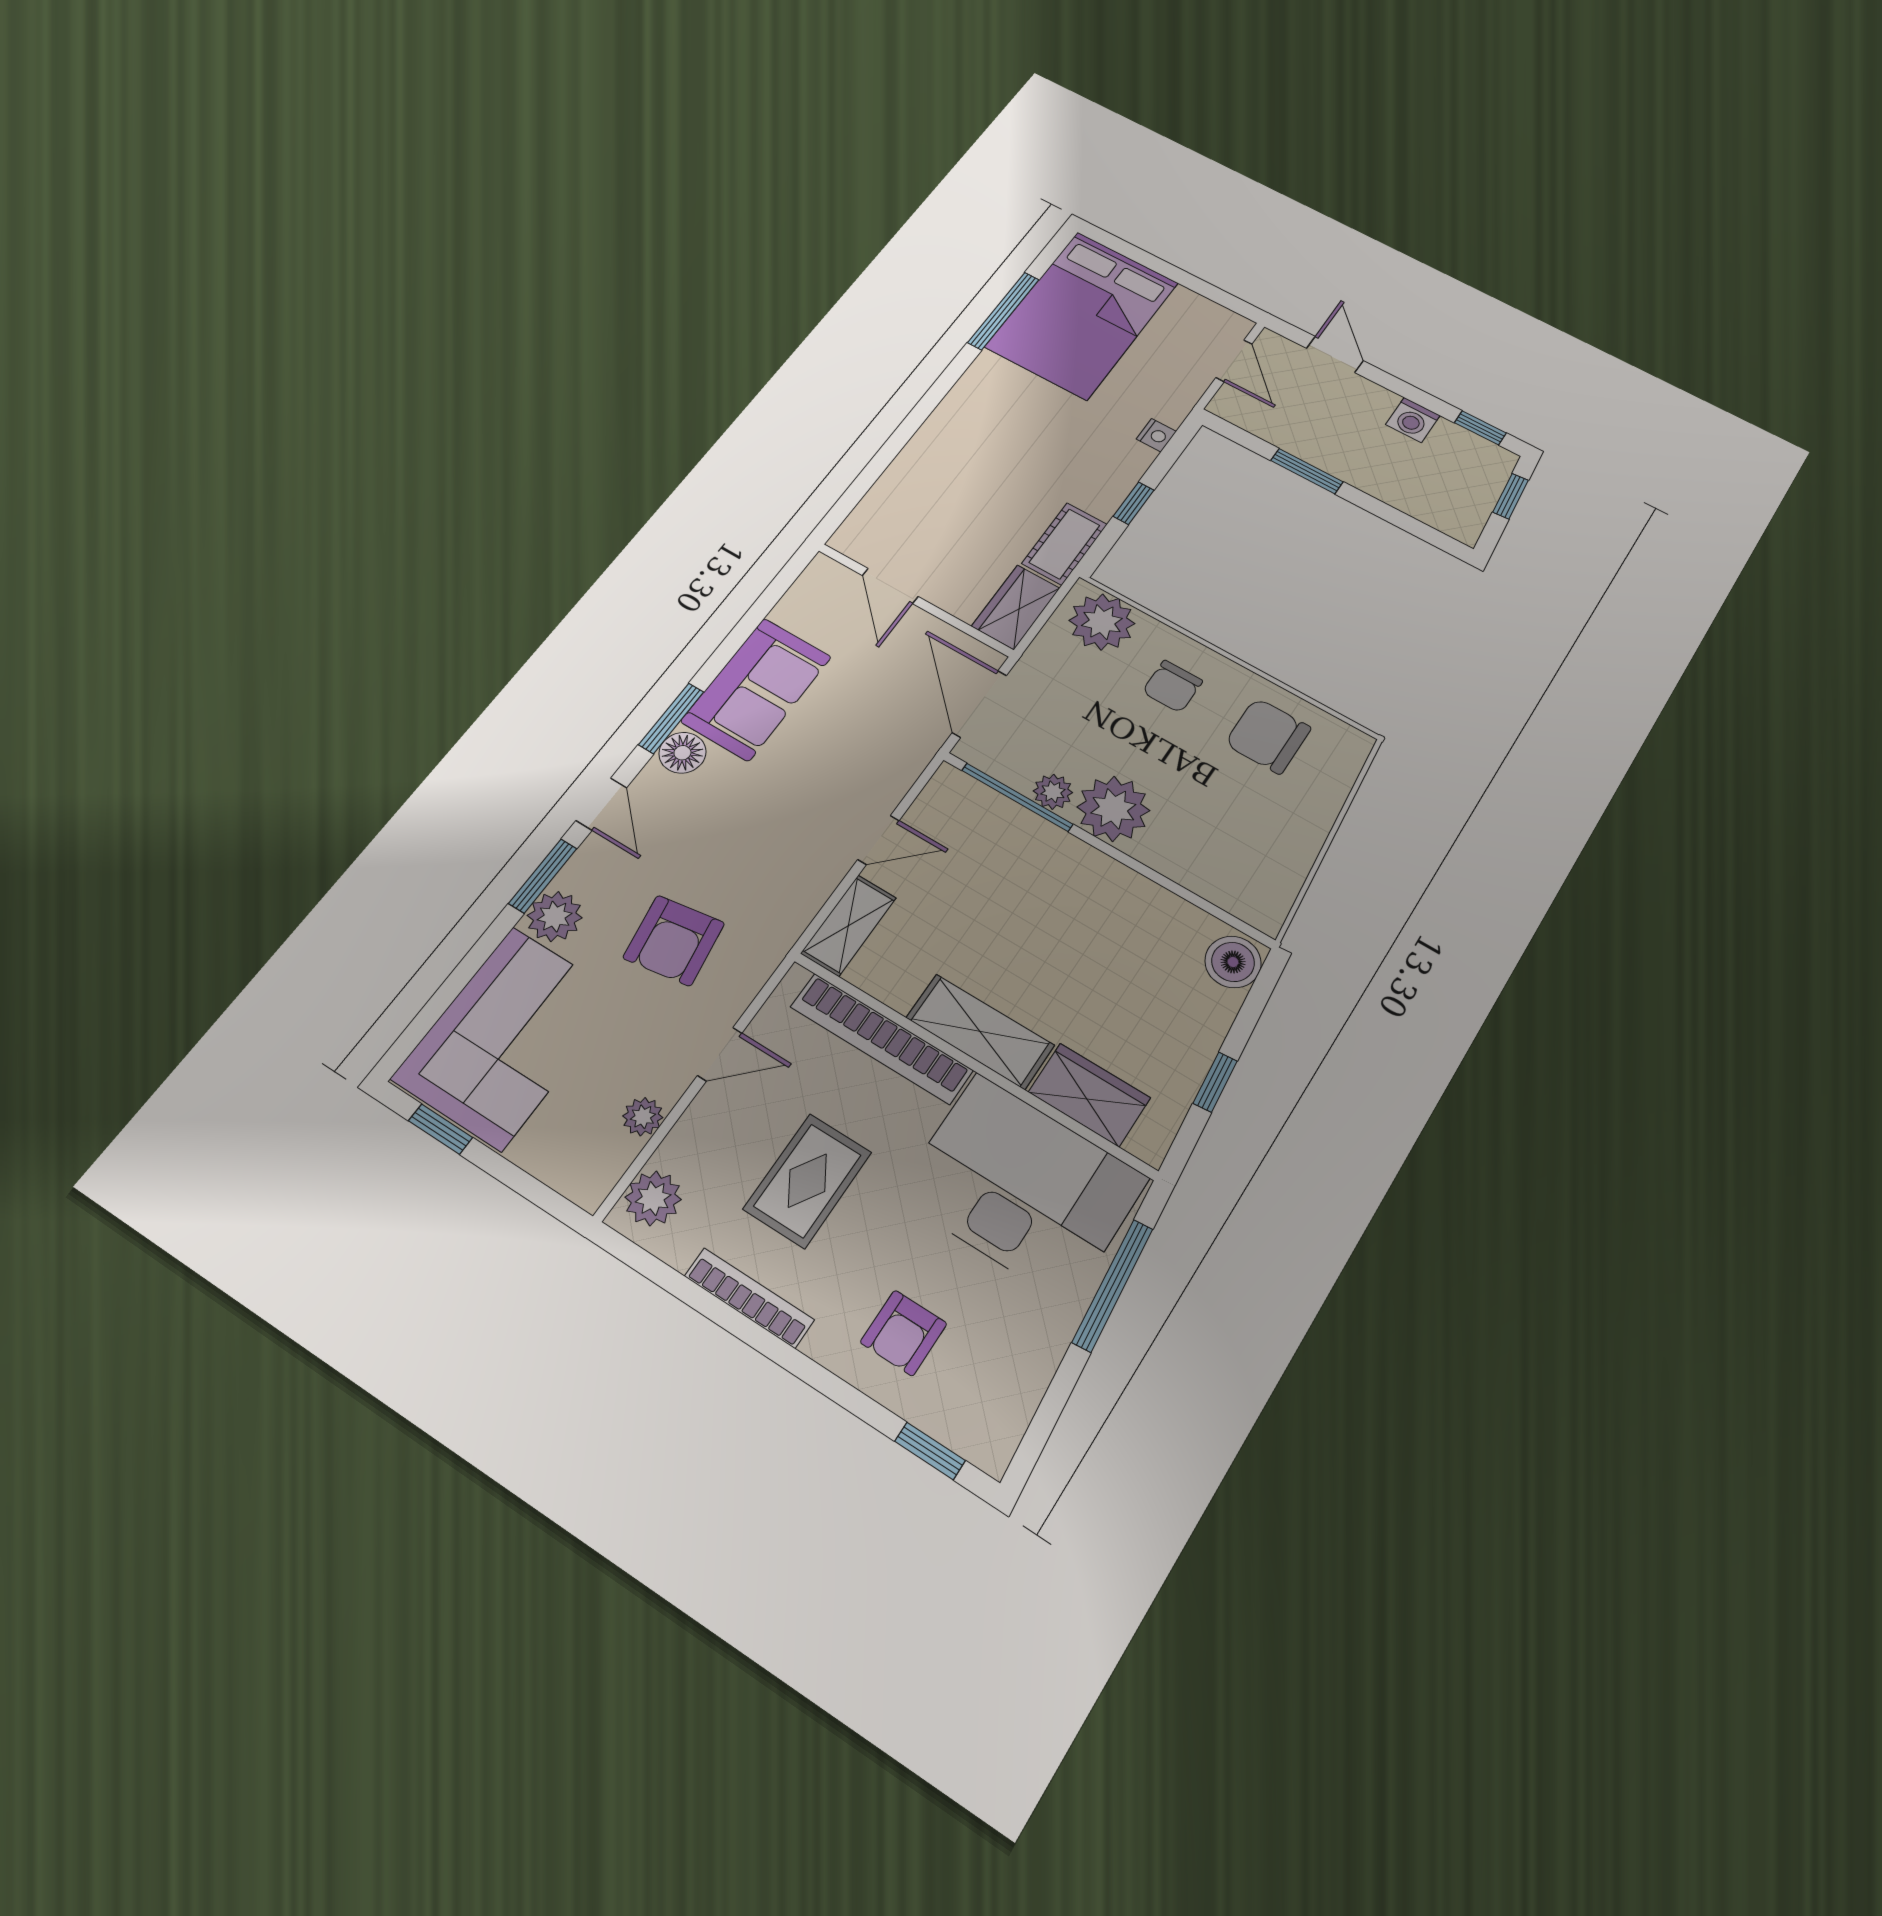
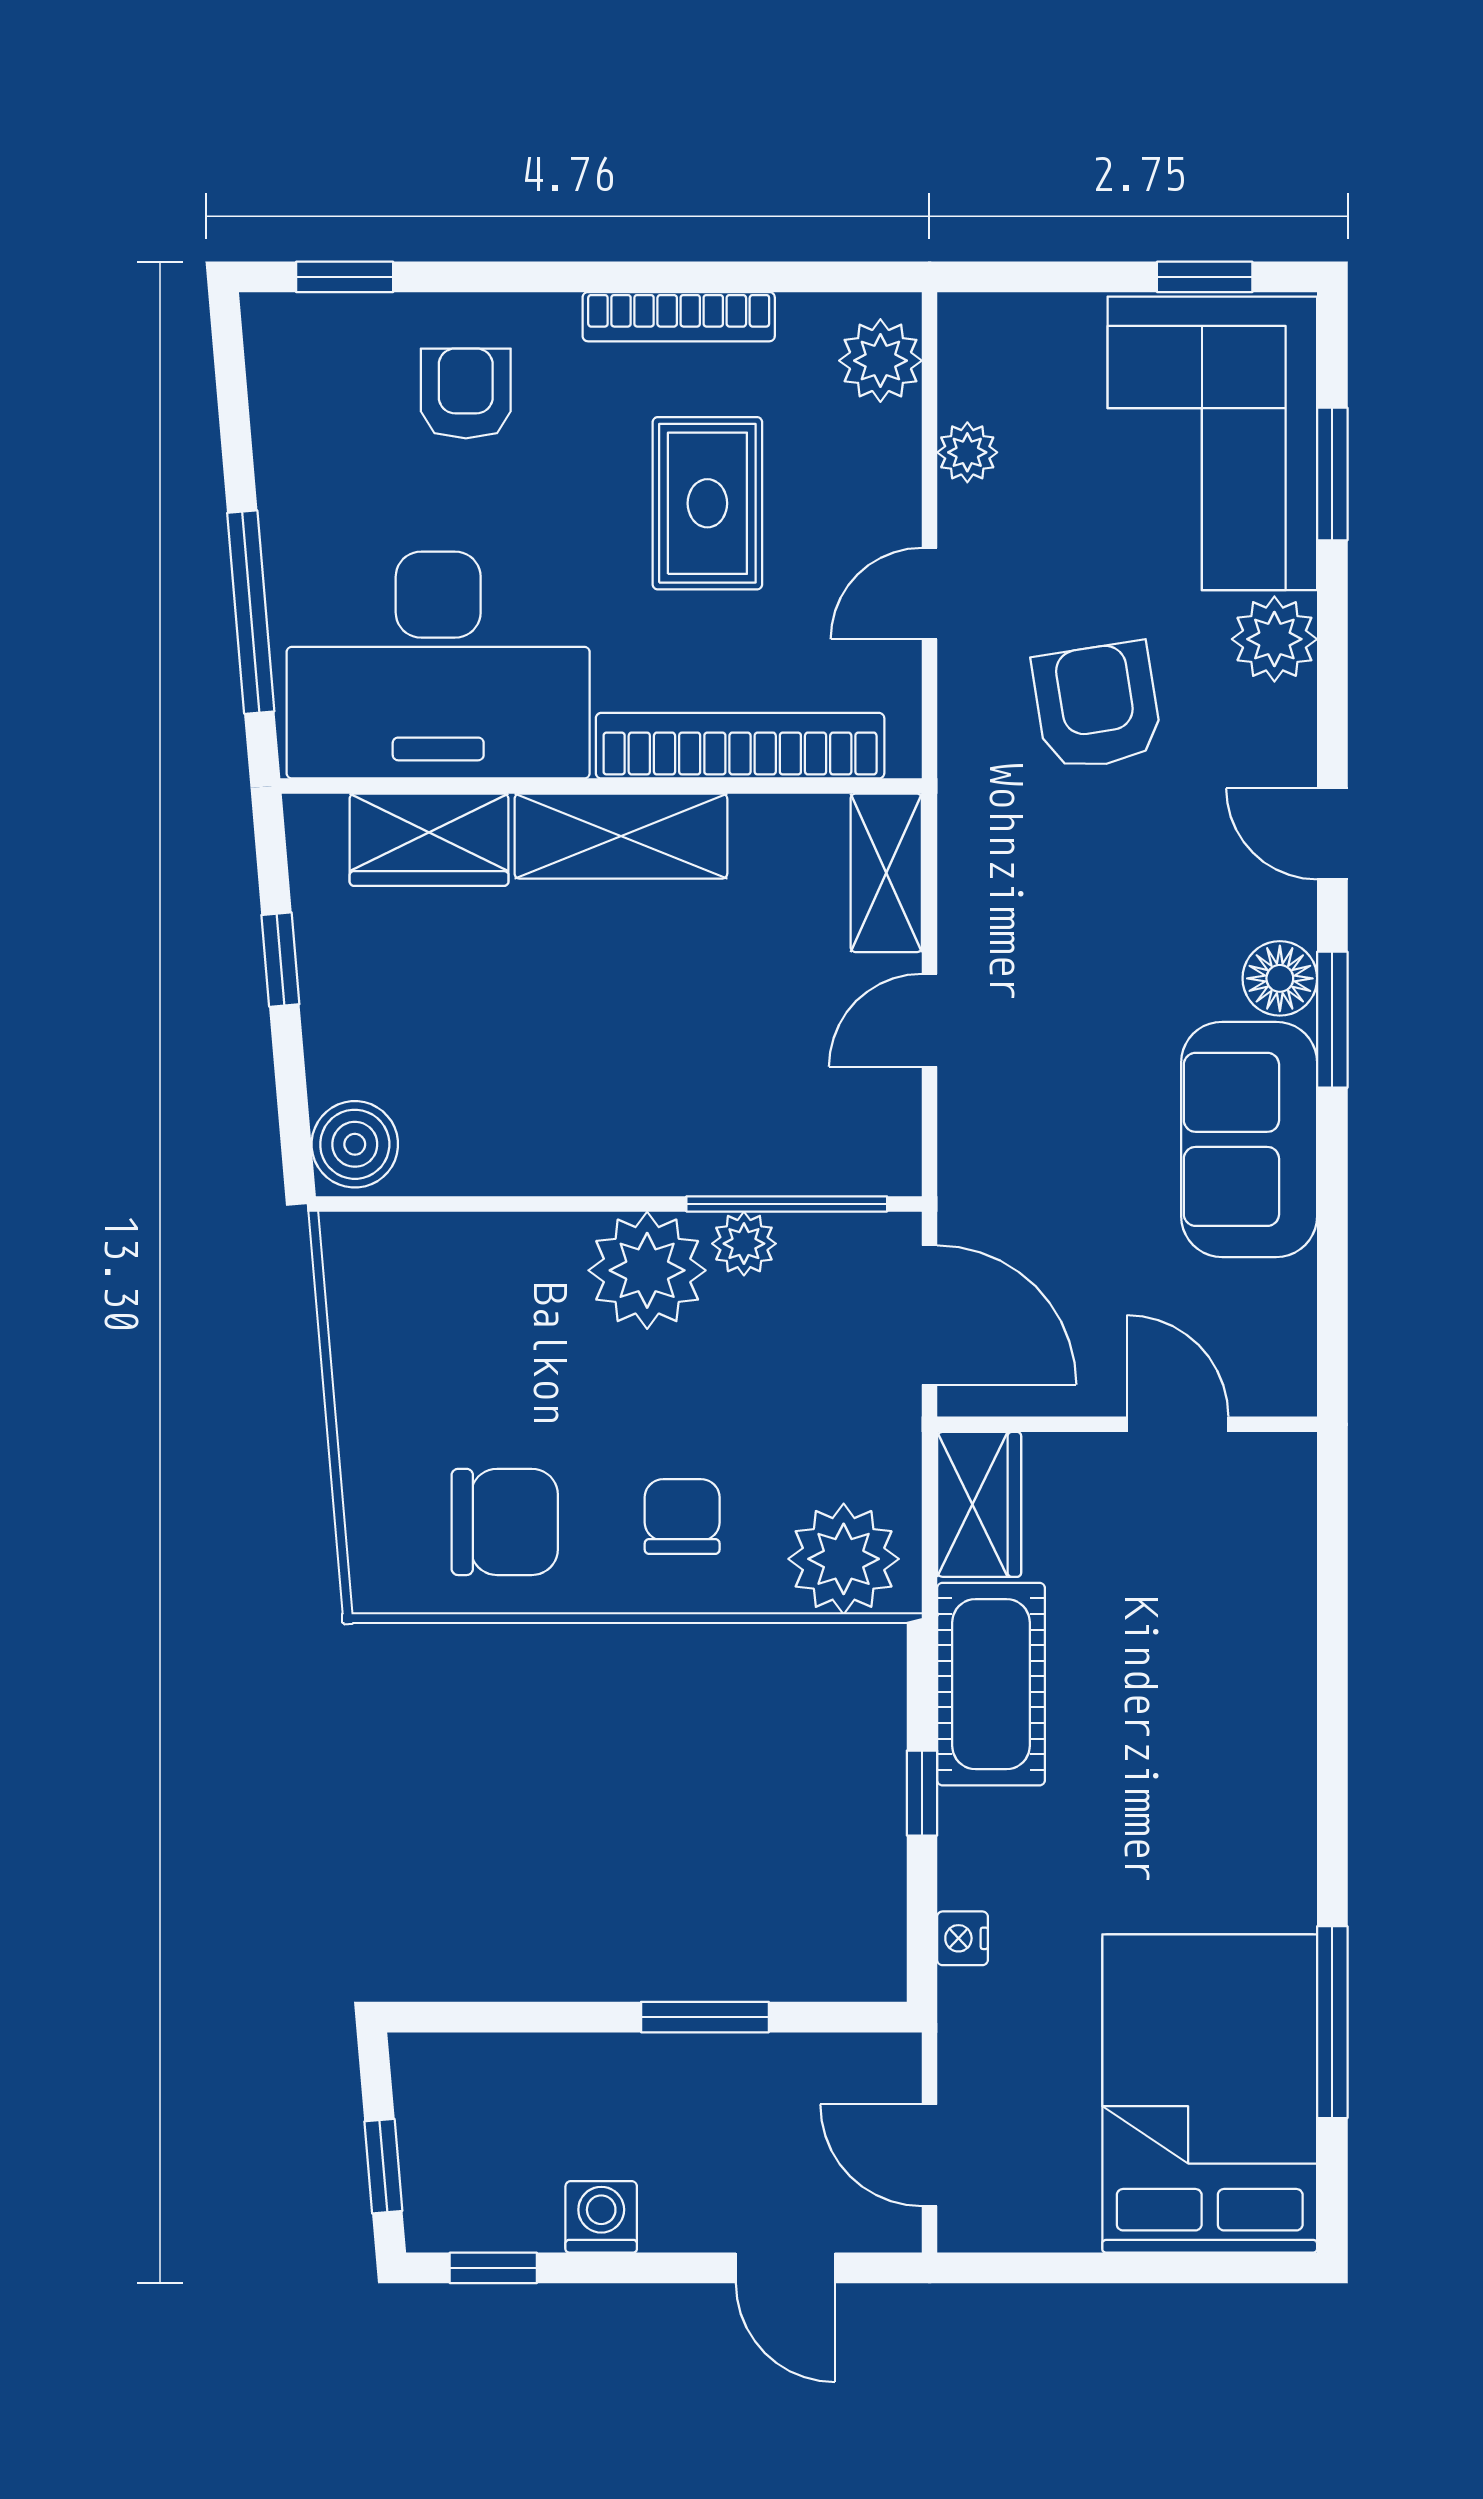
cot: (1065, 544) -> (991, 1684), width x1.37, depth x1.34
window: (543, 876) -> (1332, 474), moved

